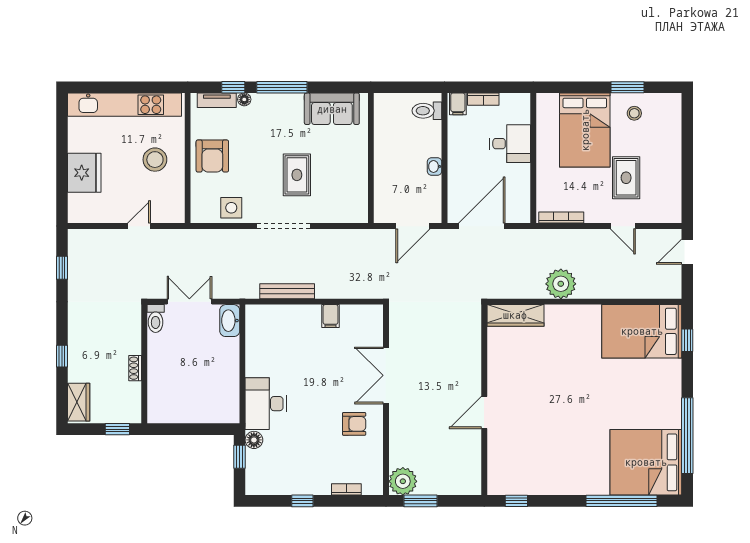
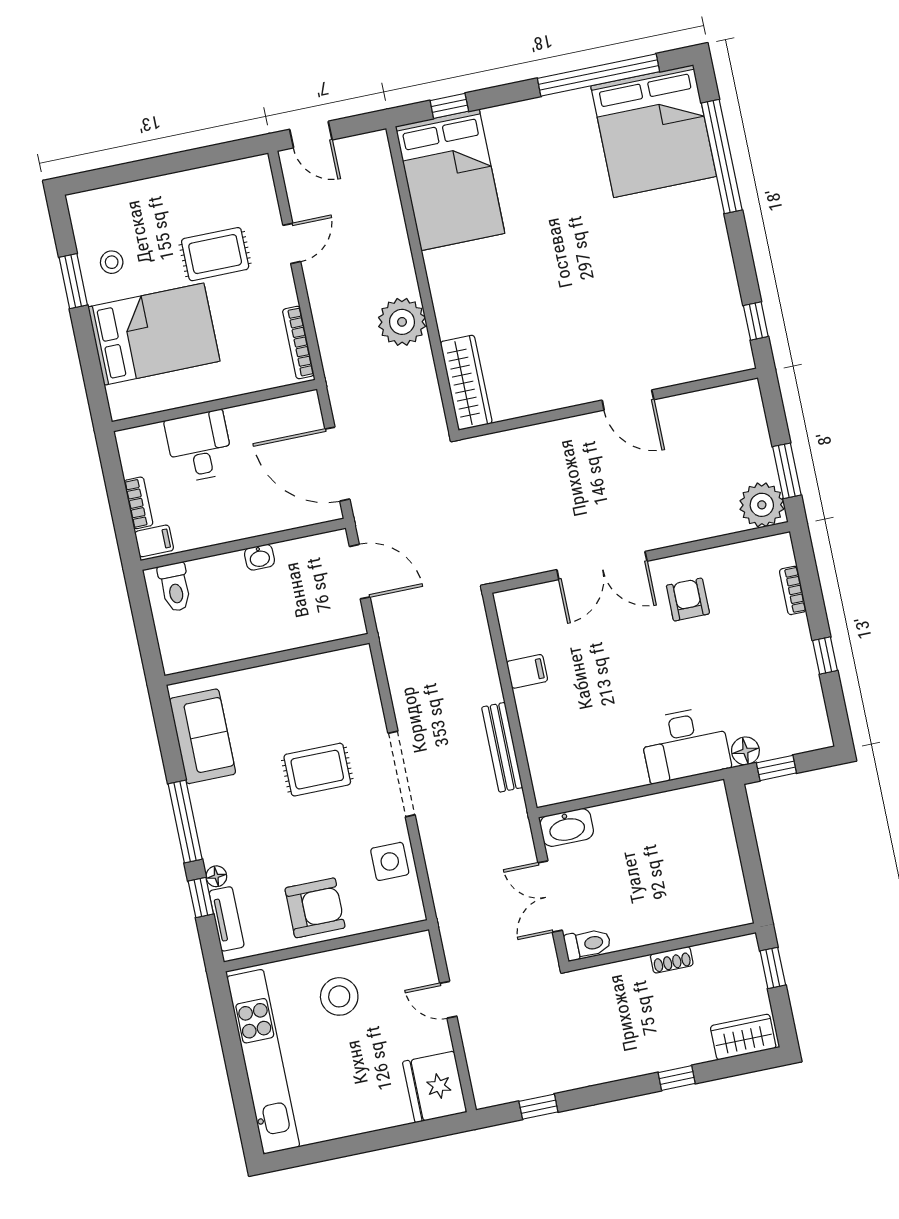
fridge: (84, 173) -> (435, 1087), moved, turned -90

